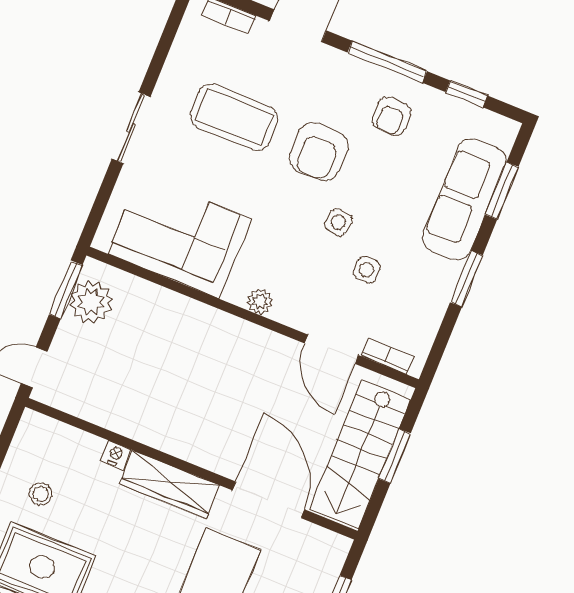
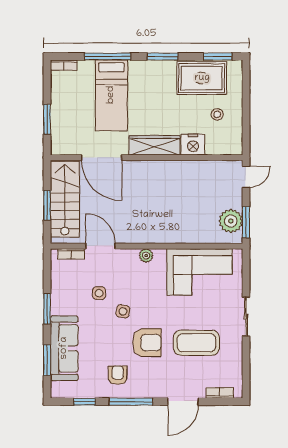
armchair: (319, 152) -> (147, 343), turned 90
nightstand: (116, 455) -> (193, 145), width x1.89, depth x1.79

